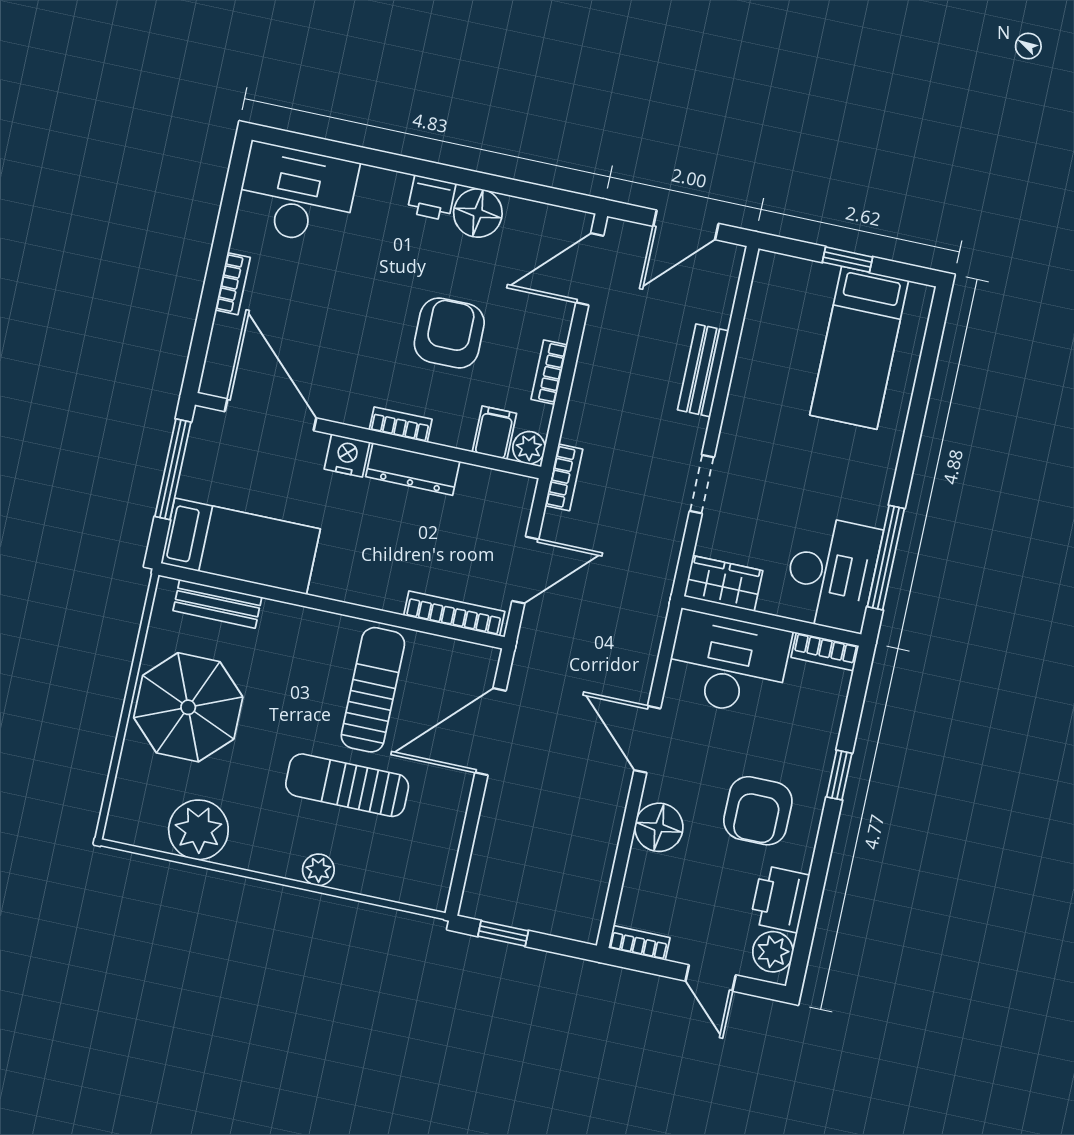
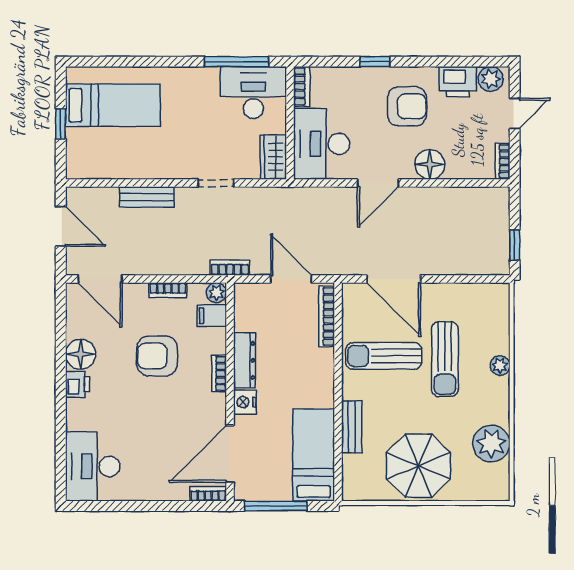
bookcase: (233, 284) -> (208, 494), moved
bench: (217, 604) -> (352, 427), moved

